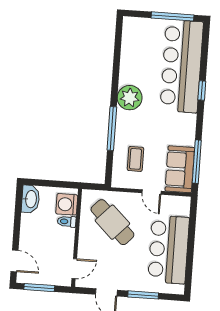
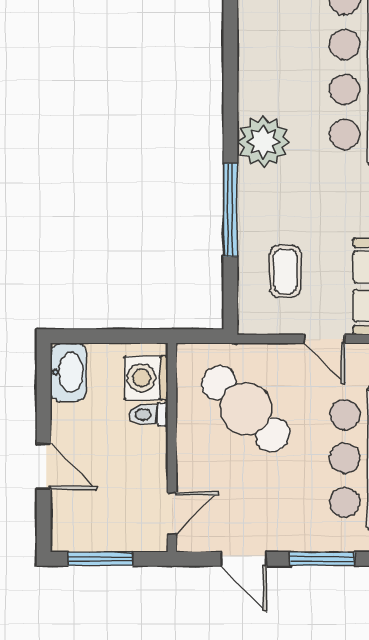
door: (14, 261) -> (44, 466), moved

